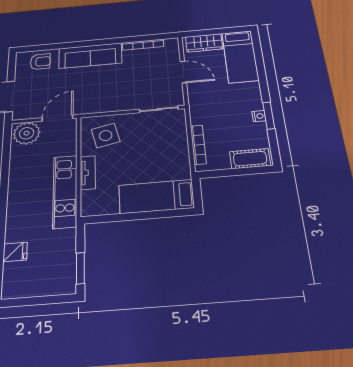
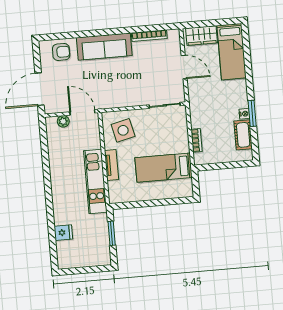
door: (57, 118) -> (82, 112), hinge flipped
plant: (27, 133) -> (63, 121), width x0.53, depth x0.53
bookcase: (198, 145) -> (197, 140), width x0.64
cot: (250, 159) -> (243, 135), moved, turned 90
bed: (156, 197) -> (164, 168), moved
window: (80, 268) -> (112, 233), moved

